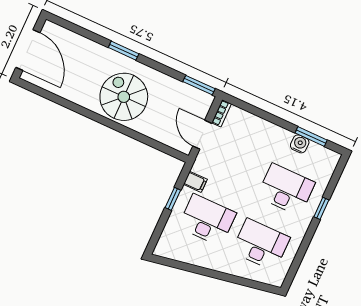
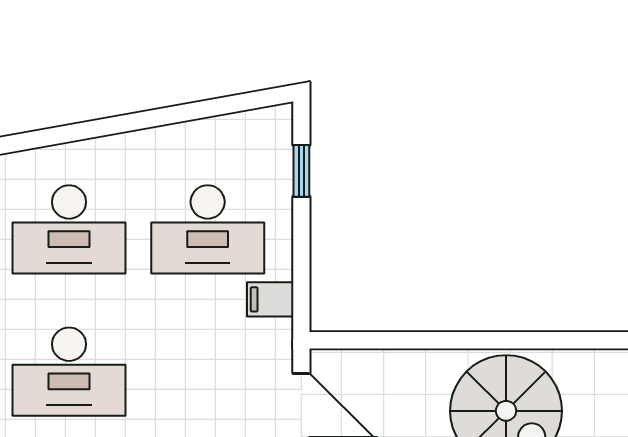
window: (173, 199) -> (301, 171), moved

